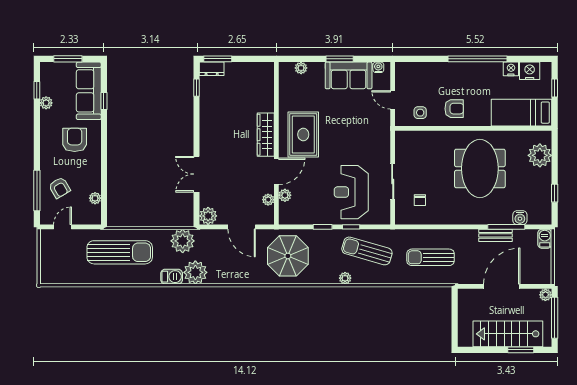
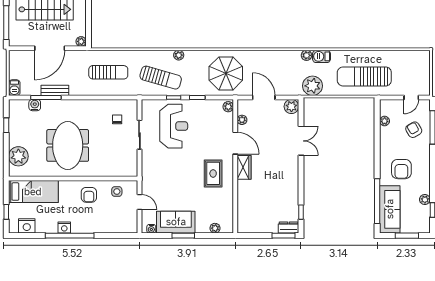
nightstand: (511, 69) -> (64, 227), moved
window: (104, 101) -> (377, 201), width x3.17
armchair: (454, 109) -> (89, 195), turned -90
rug: (303, 134) -> (213, 173), width x0.73, depth x0.70
wardrobe: (266, 135) -> (244, 167), width x0.67
door: (276, 171) -> (235, 143), swing flipped
plant: (285, 195) -> (228, 107), moved
plant: (195, 272) -> (306, 55), width x0.53, depth x0.53
plant: (545, 295) -> (81, 41), moved

